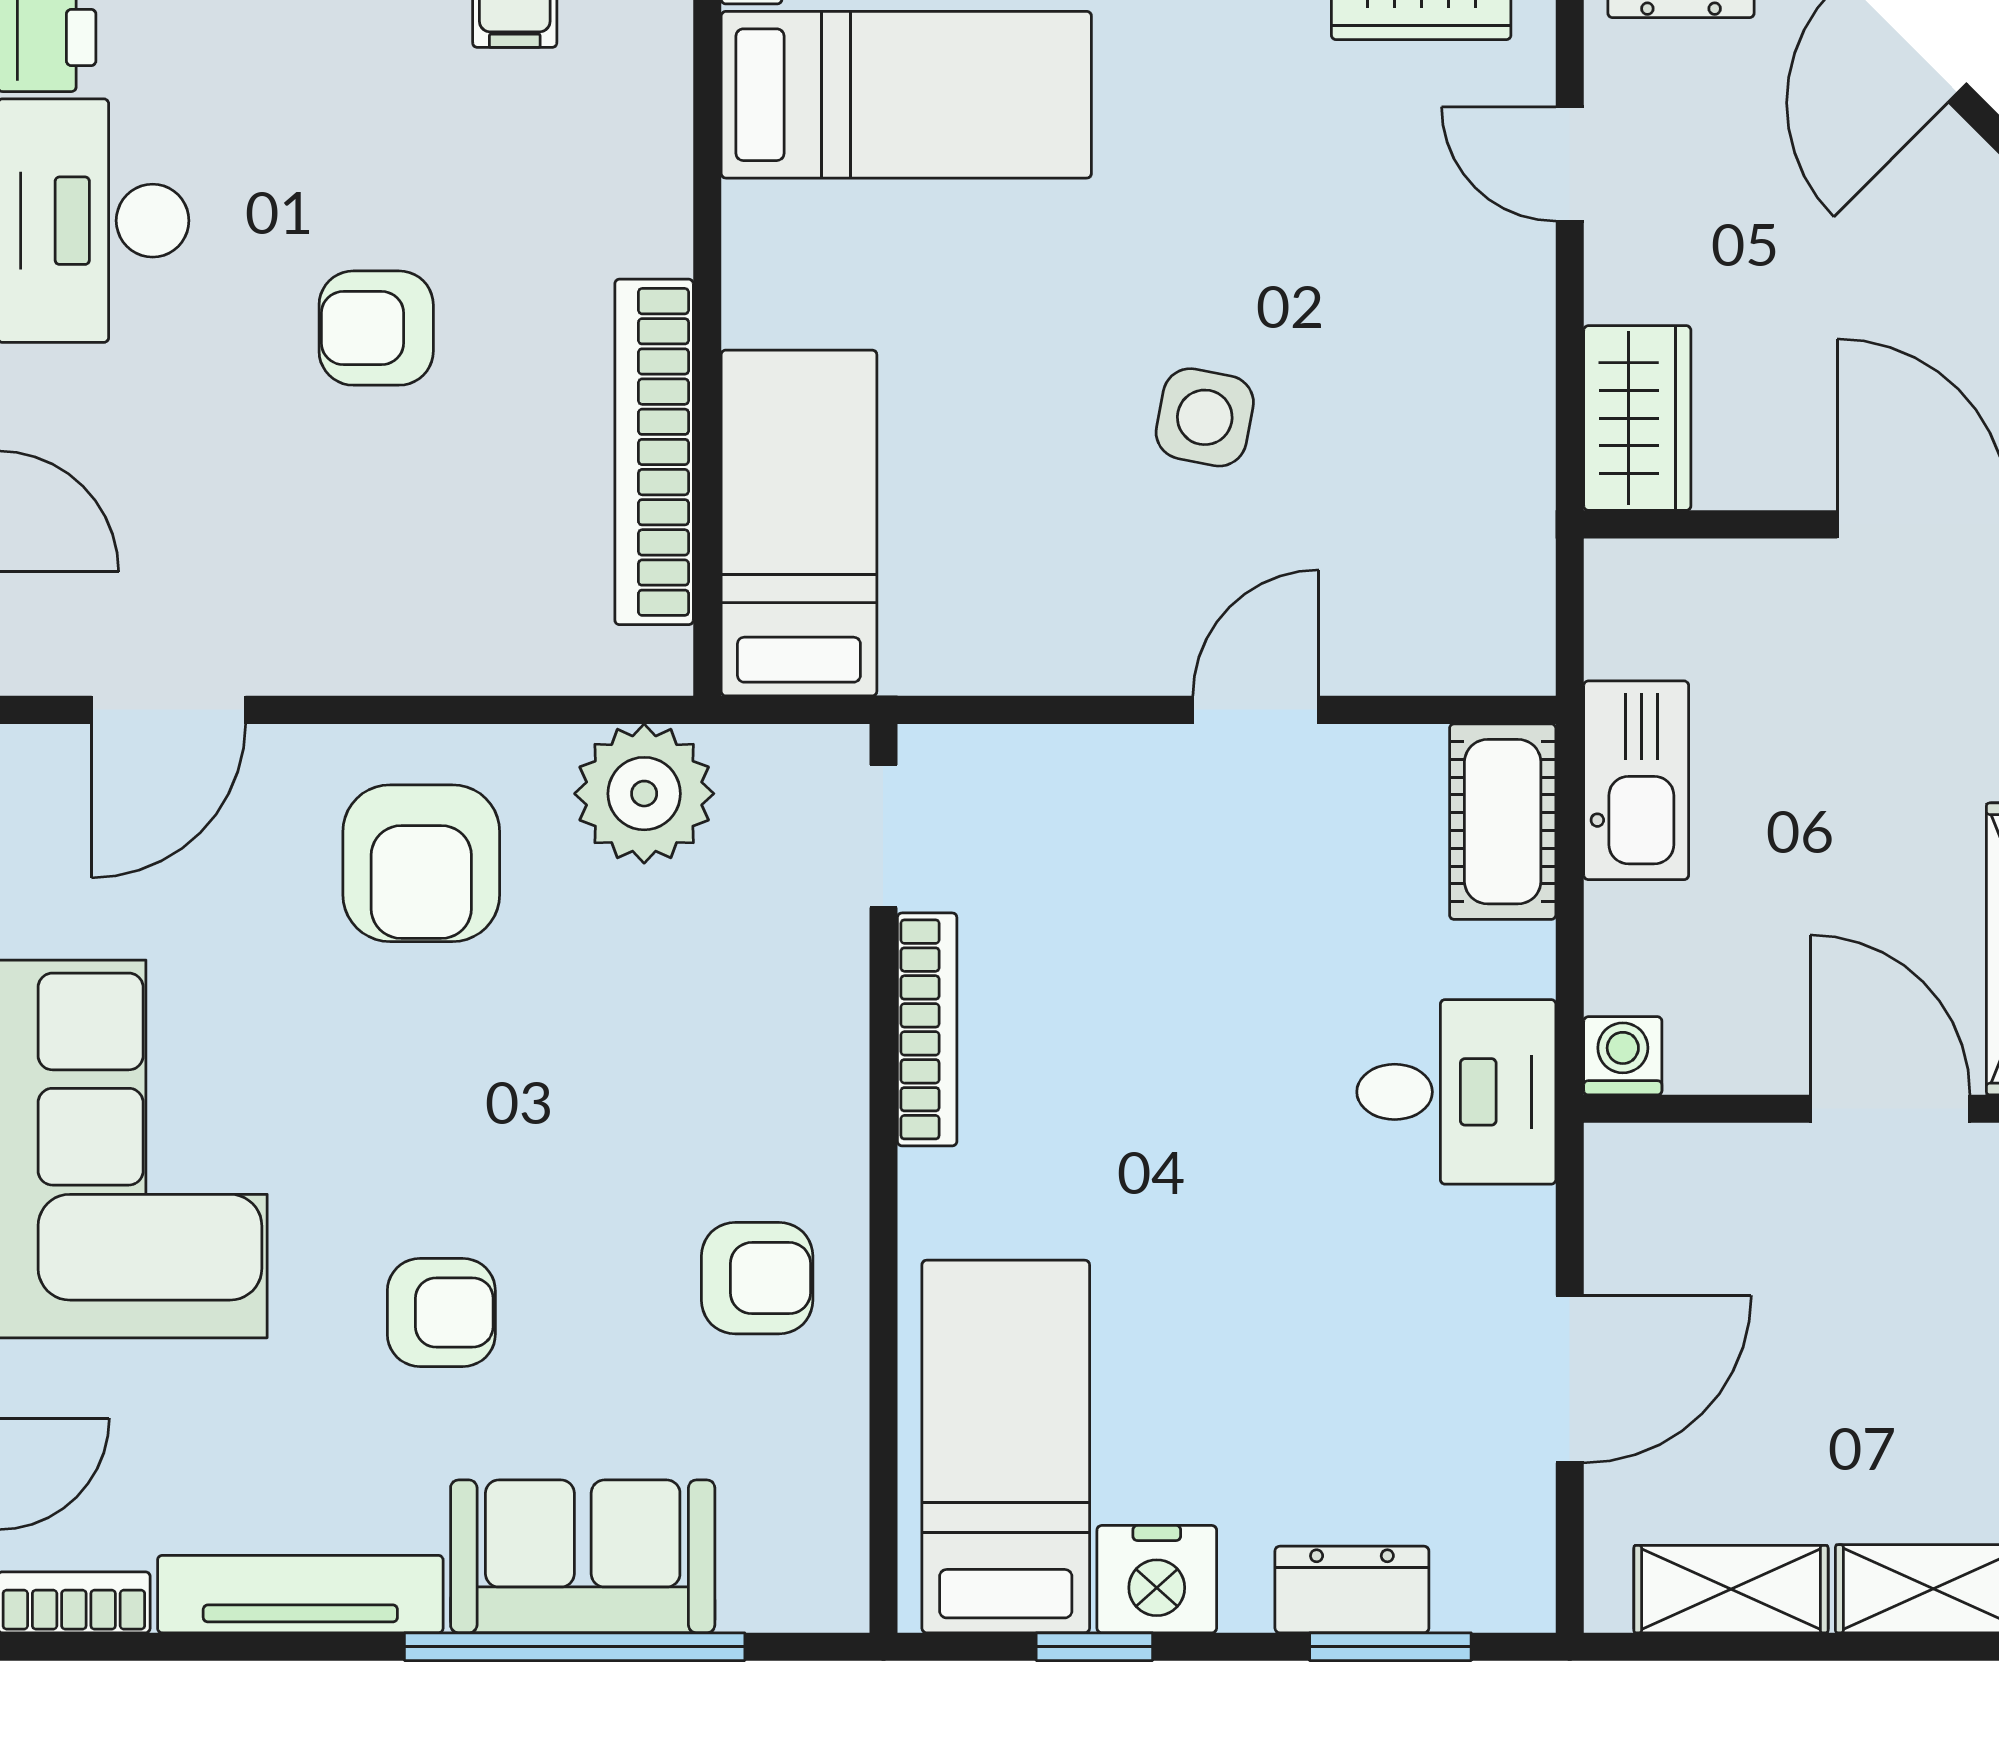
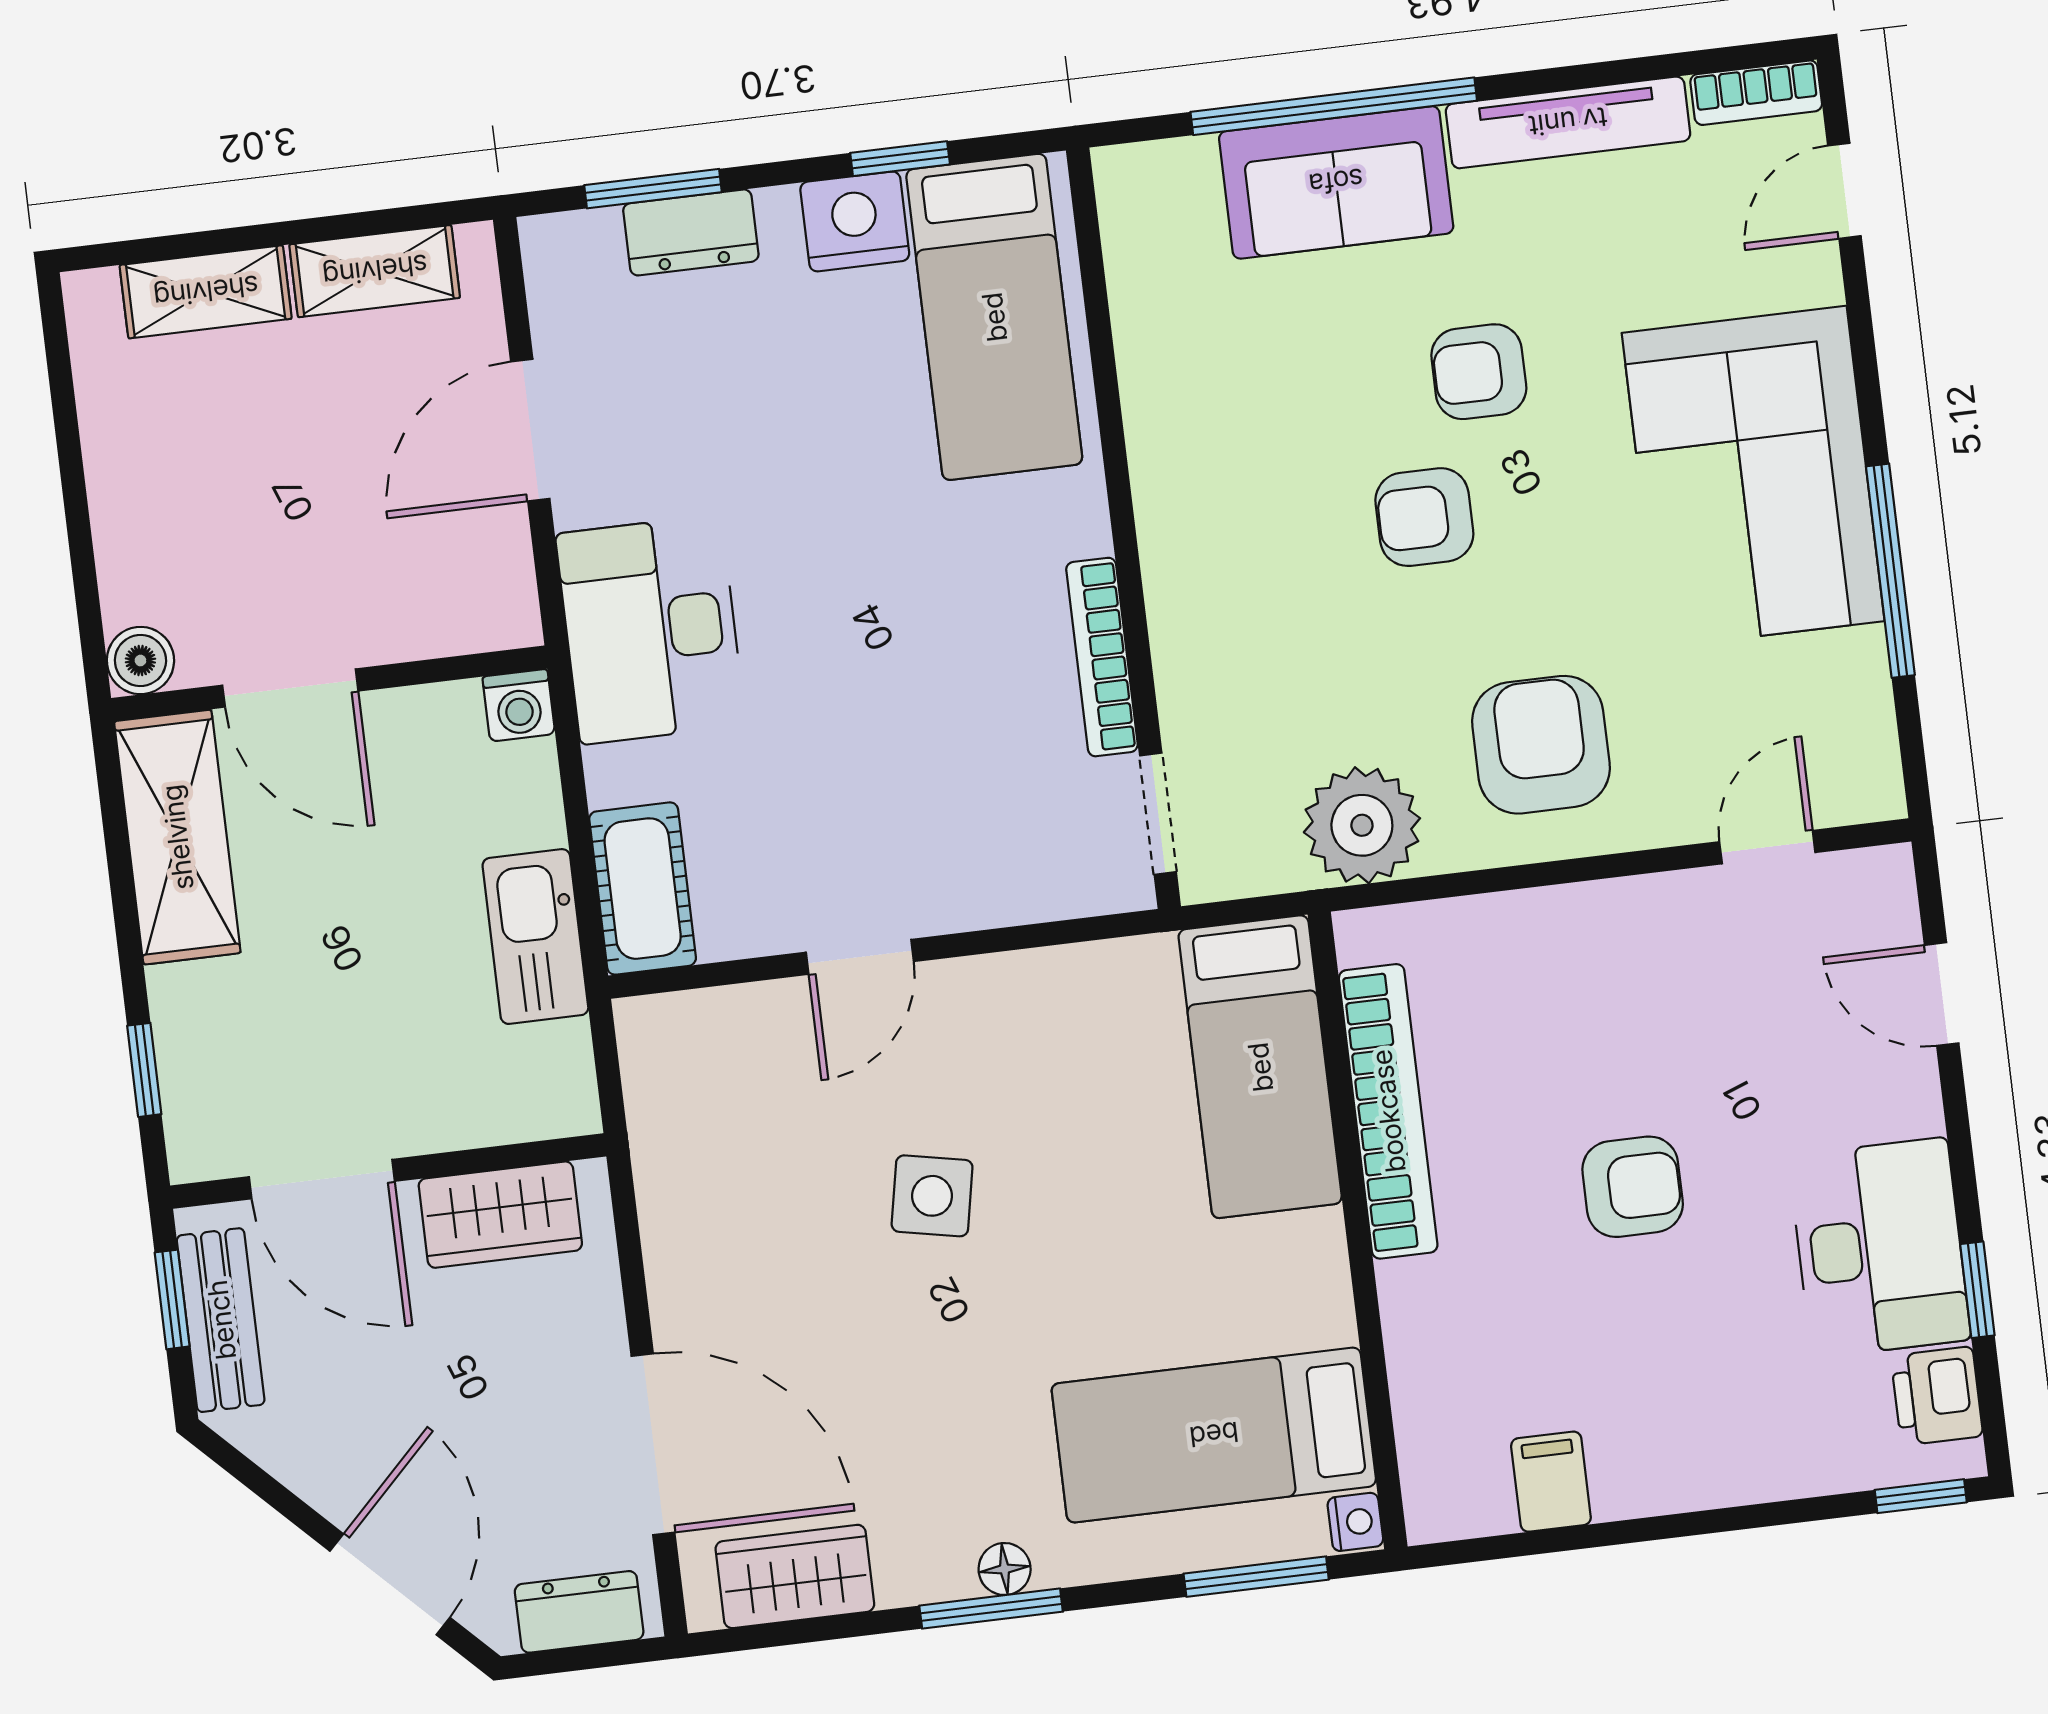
door: (1570, 164) -> (653, 1444), width x1.88
wardrobe: (1637, 418) -> (500, 1215), moved, turned -90
door: (169, 710) -> (1767, 847), width x0.73
desk: (1456, 1092) -> (651, 630), width x1.37
armchair: (757, 1278) -> (1424, 517), moved

